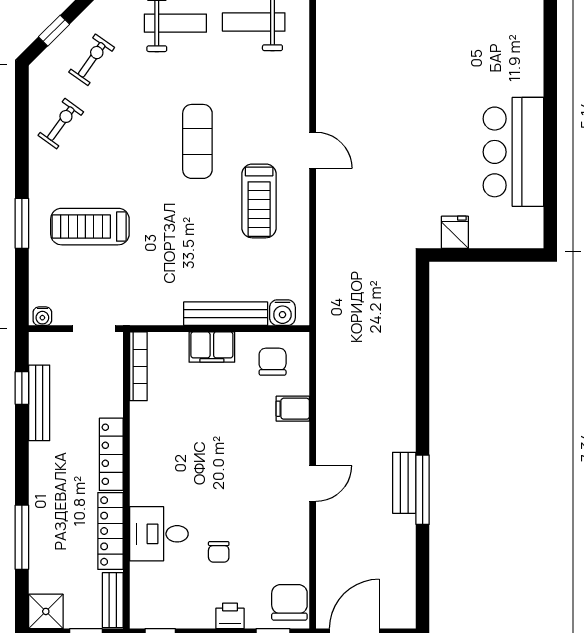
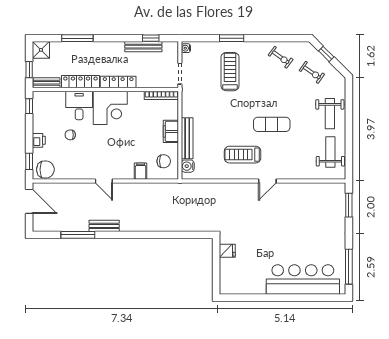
bar counter: (513, 152) -> (303, 280), moved, width x1.36
corner desk: (164, 470) -> (110, 108), added
window: (423, 490) -> (78, 235), moved

